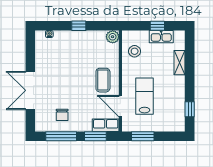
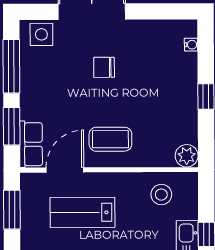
lab bench: (145, 96) -> (83, 212), turned 180
chair: (62, 115) -> (104, 67), moved
side table: (43, 119) -> (41, 34), added

